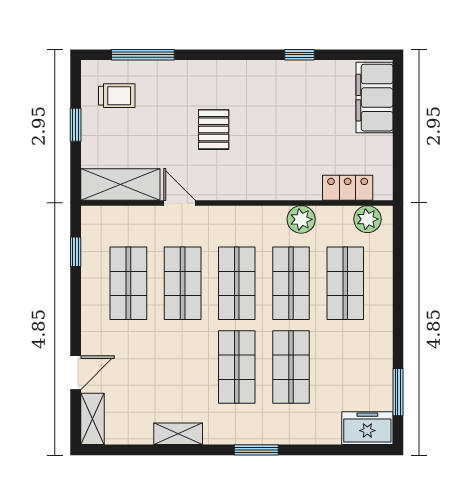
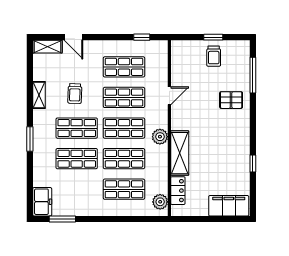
trolley: (117, 96) -> (214, 56), moved
pallet: (214, 129) -> (231, 100), moved
shelving: (120, 185) -> (180, 153), moved
plant: (301, 219) -> (160, 137), moved
trolley: (176, 370) -> (75, 94), added

